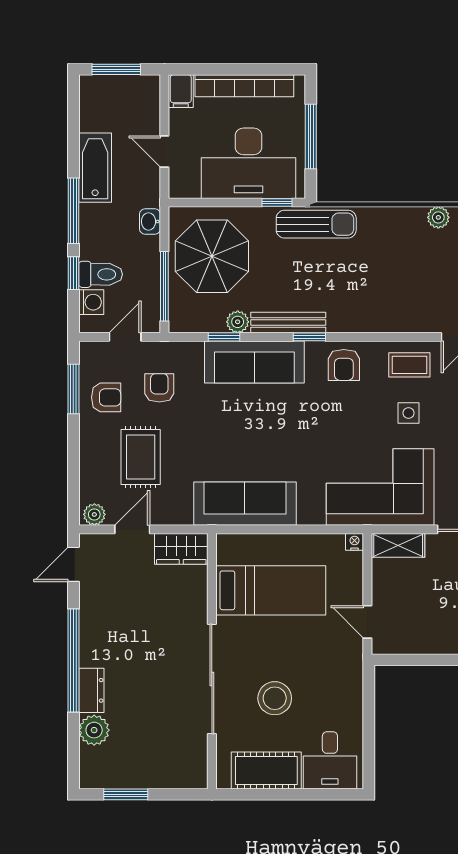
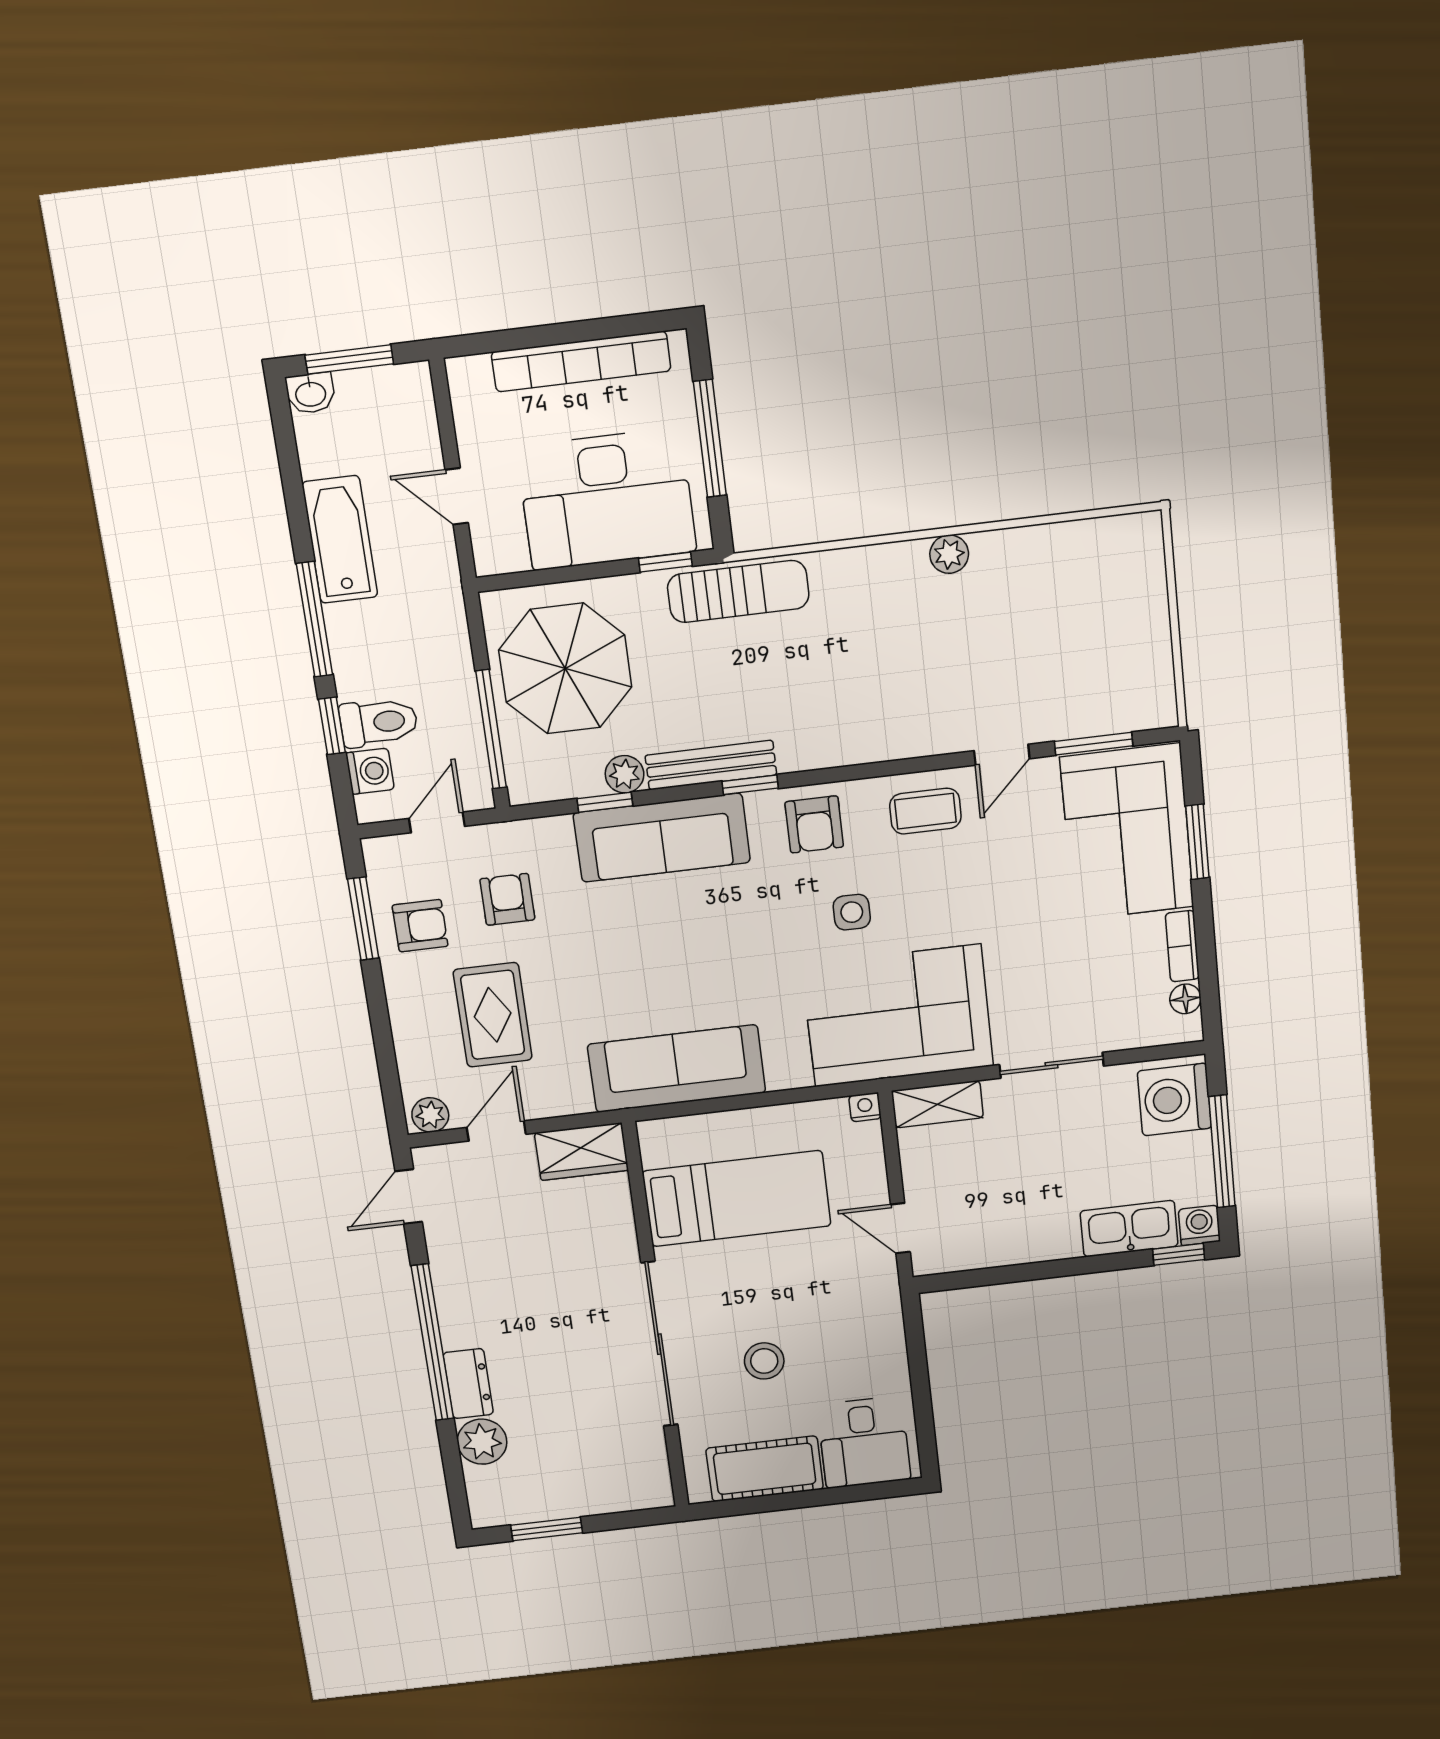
filing cabinet: (181, 91) -> (470, 385), removed
washbasin: (150, 222) -> (311, 393), moved, turned -90
side table: (409, 413) -> (852, 912), moved
stool: (275, 698) -> (764, 1361), width x0.73, depth x0.73

